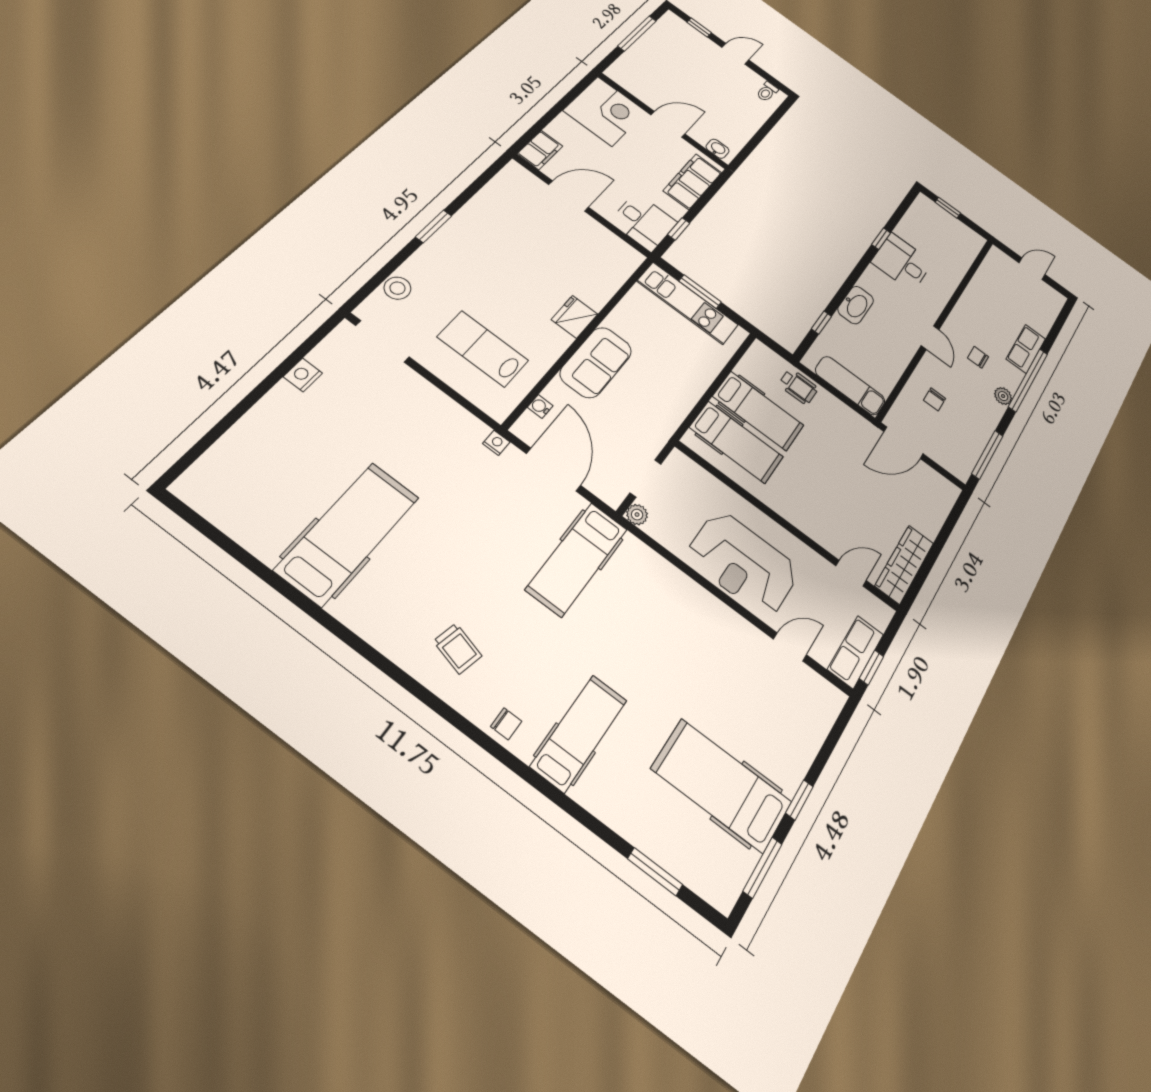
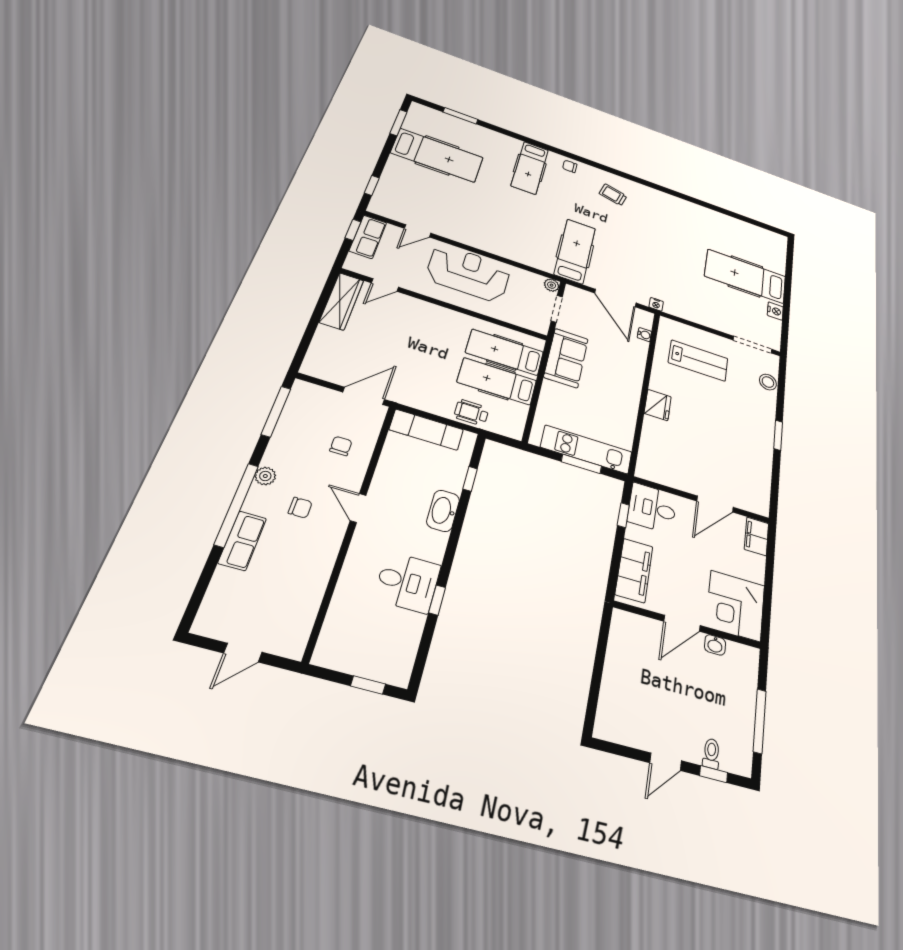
toilet: (767, 92) -> (711, 753), moved
washbasin: (718, 149) -> (715, 645), moved
sofa: (596, 362) -> (566, 358), moved, turned 180
hospital bed: (348, 533) -> (746, 276), moved, turned 90
window: (799, 800) -> (372, 185), moved

